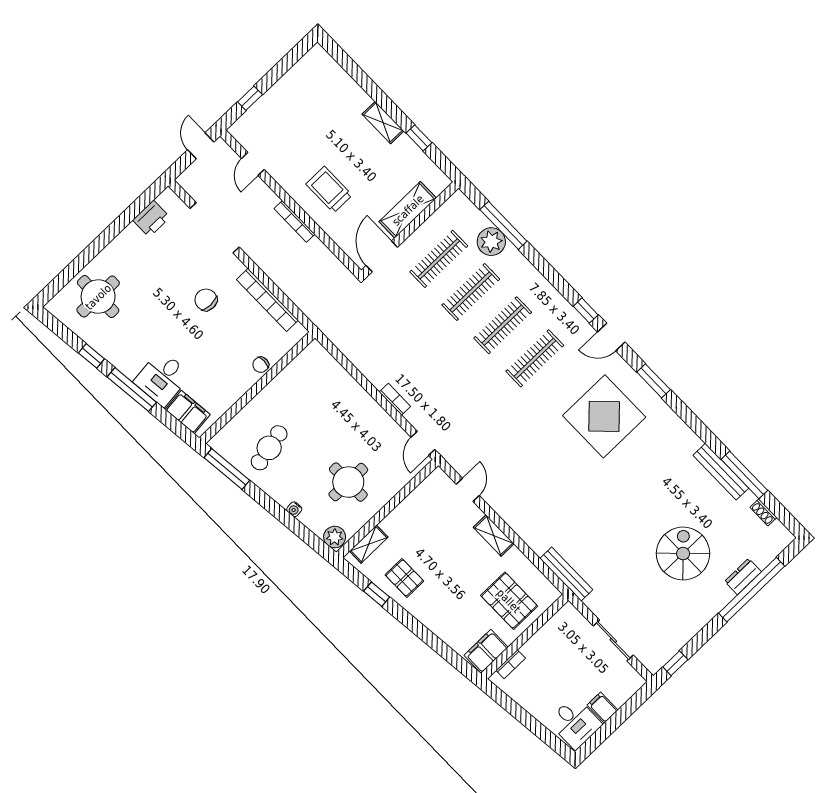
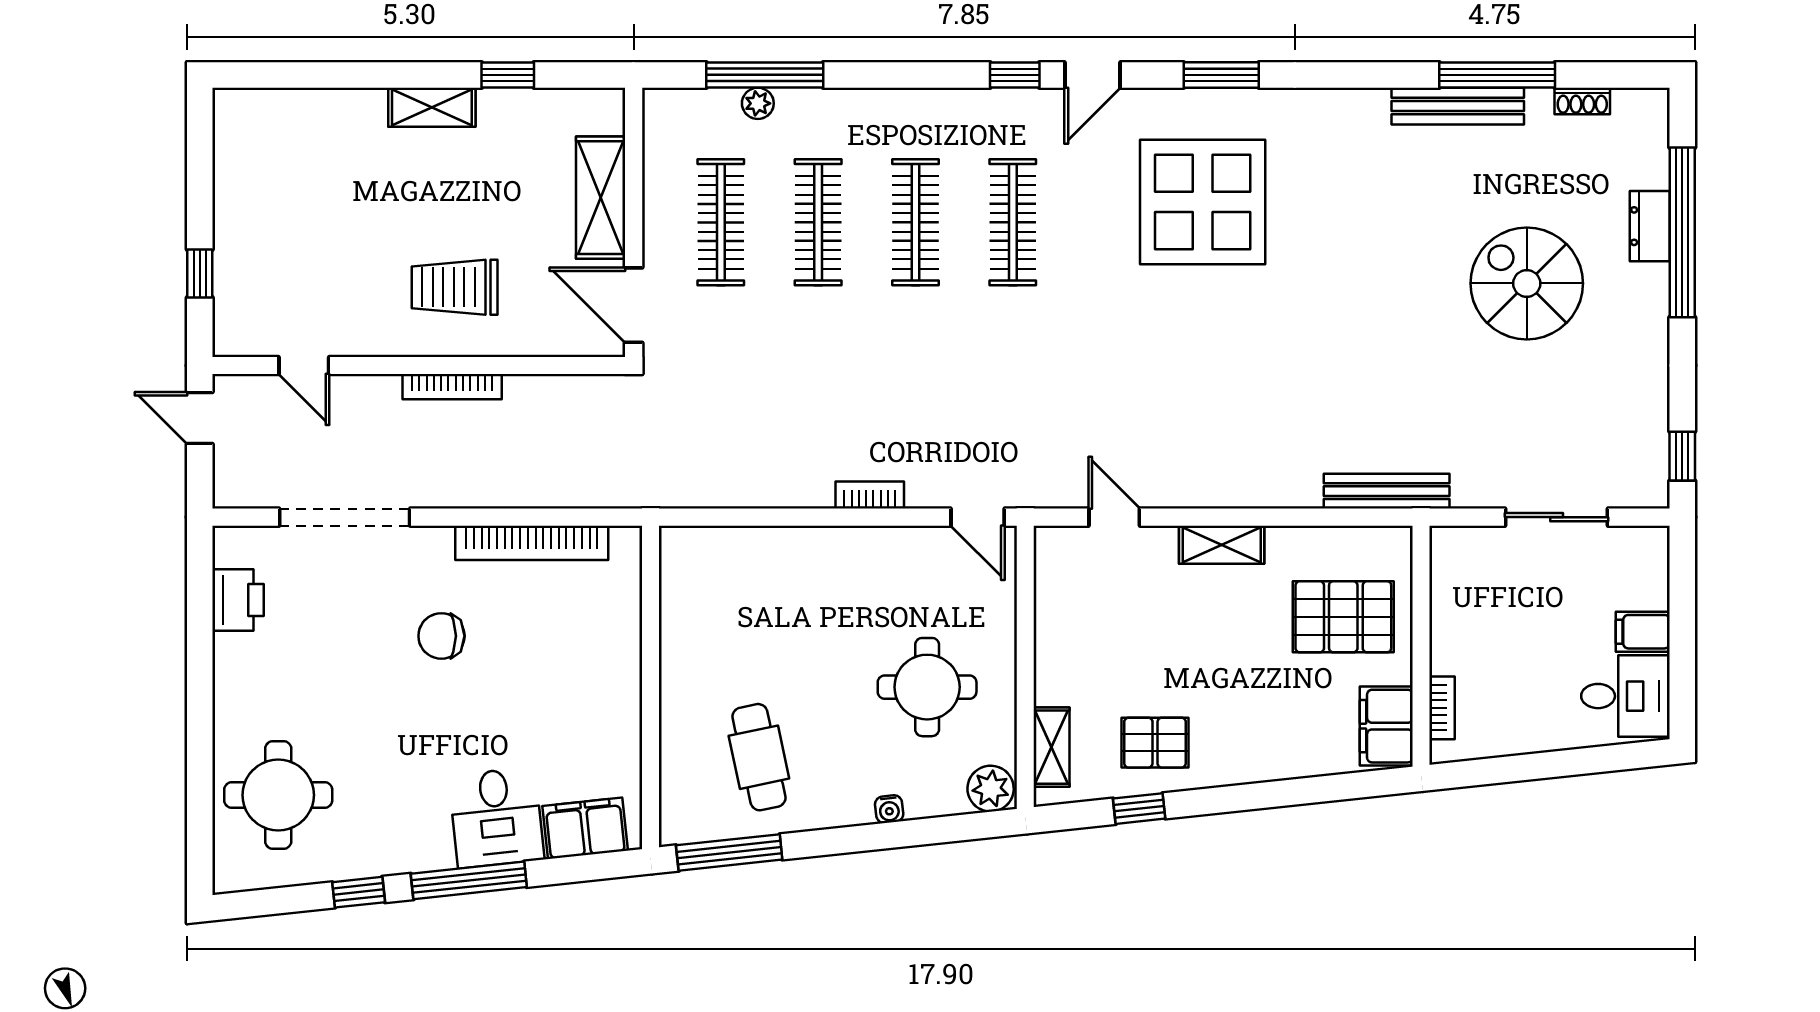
plant: (491, 242) -> (758, 103), width x0.53, depth x0.53
chair: (261, 365) -> (620, 648), removed

